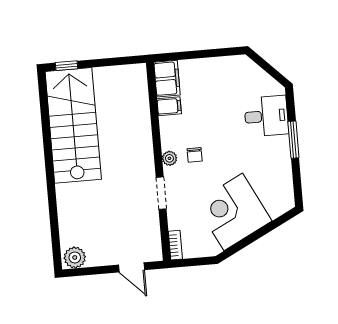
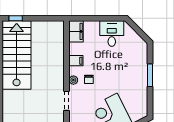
filing cabinet: (169, 106) -> (76, 61), moved
desk: (266, 116) -> (112, 34), moved, turned -90

